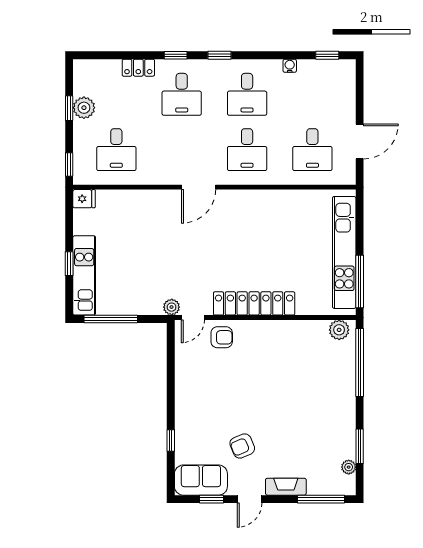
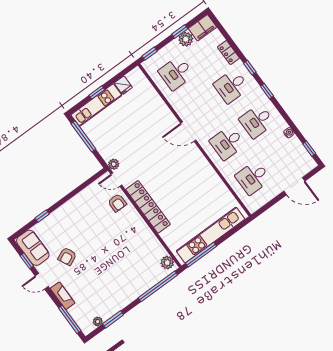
filing cabinet: (85, 77) -> (202, 28), added
door: (360, 141) -> (294, 186), moved
fridge: (84, 199) -> (123, 85), moved
armchair: (242, 446) -> (67, 256), turned -92

